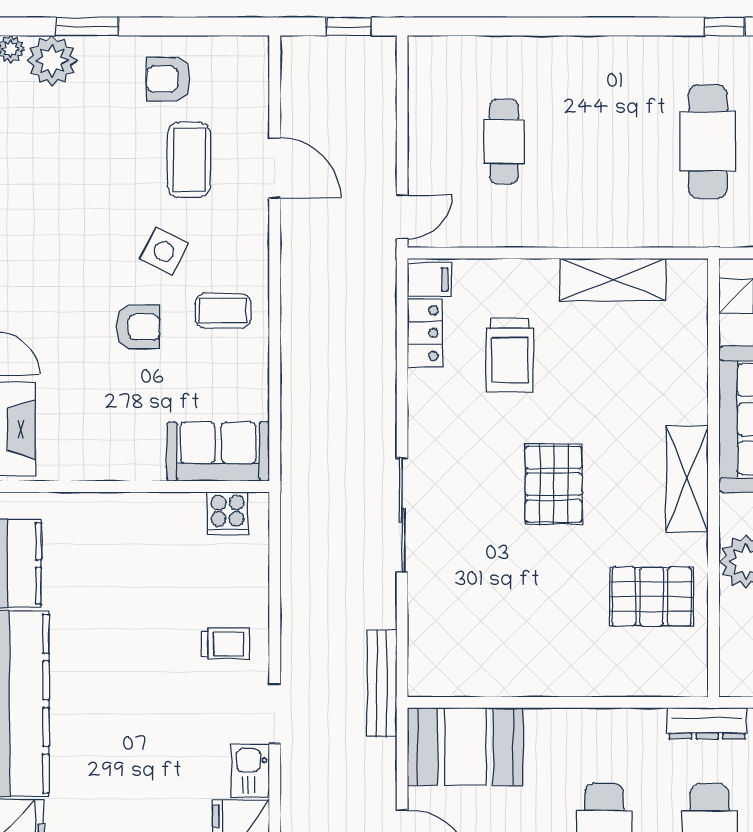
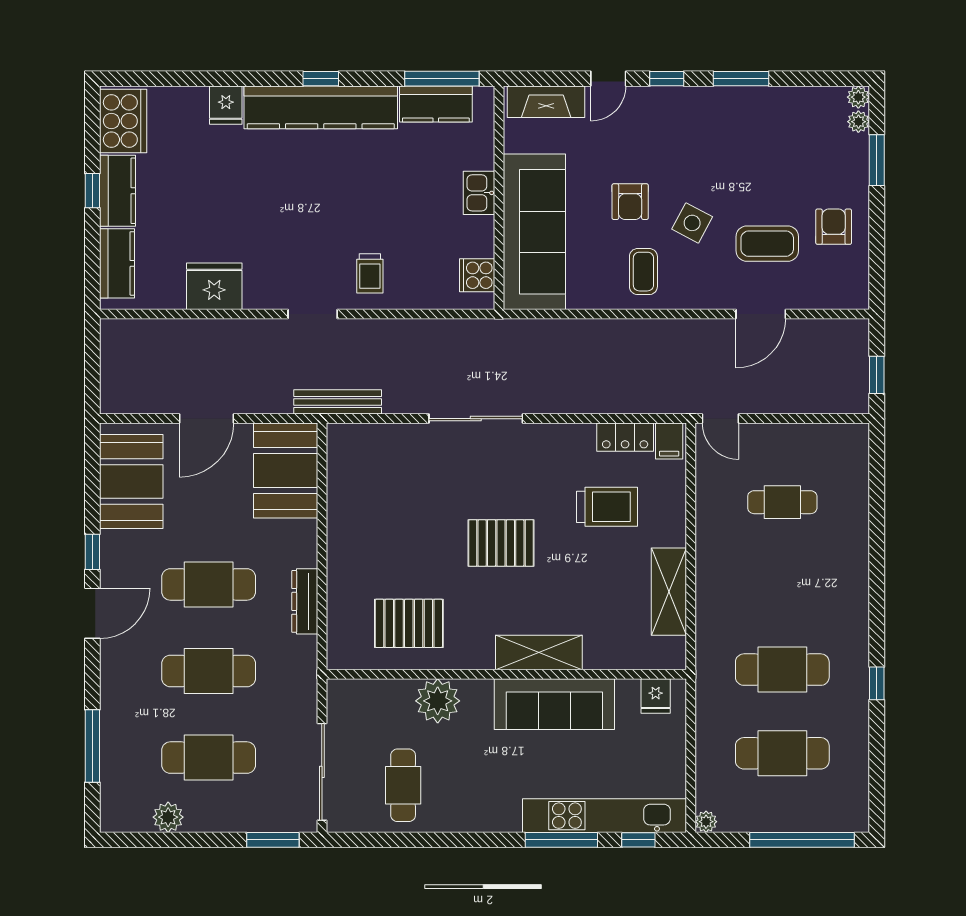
plant: (52, 61) -> (858, 122), width x0.53, depth x0.53
trolley: (510, 355) -> (607, 507), turned 180
sofa: (218, 452) -> (534, 232), width x1.85, depth x1.27
shelving: (687, 479) -> (539, 653), moved
pallet: (652, 596) -> (409, 623), turned 90
dresser: (707, 723) -> (305, 601), moved
kitchen sink: (250, 771) -> (479, 193), moved, turned -90

